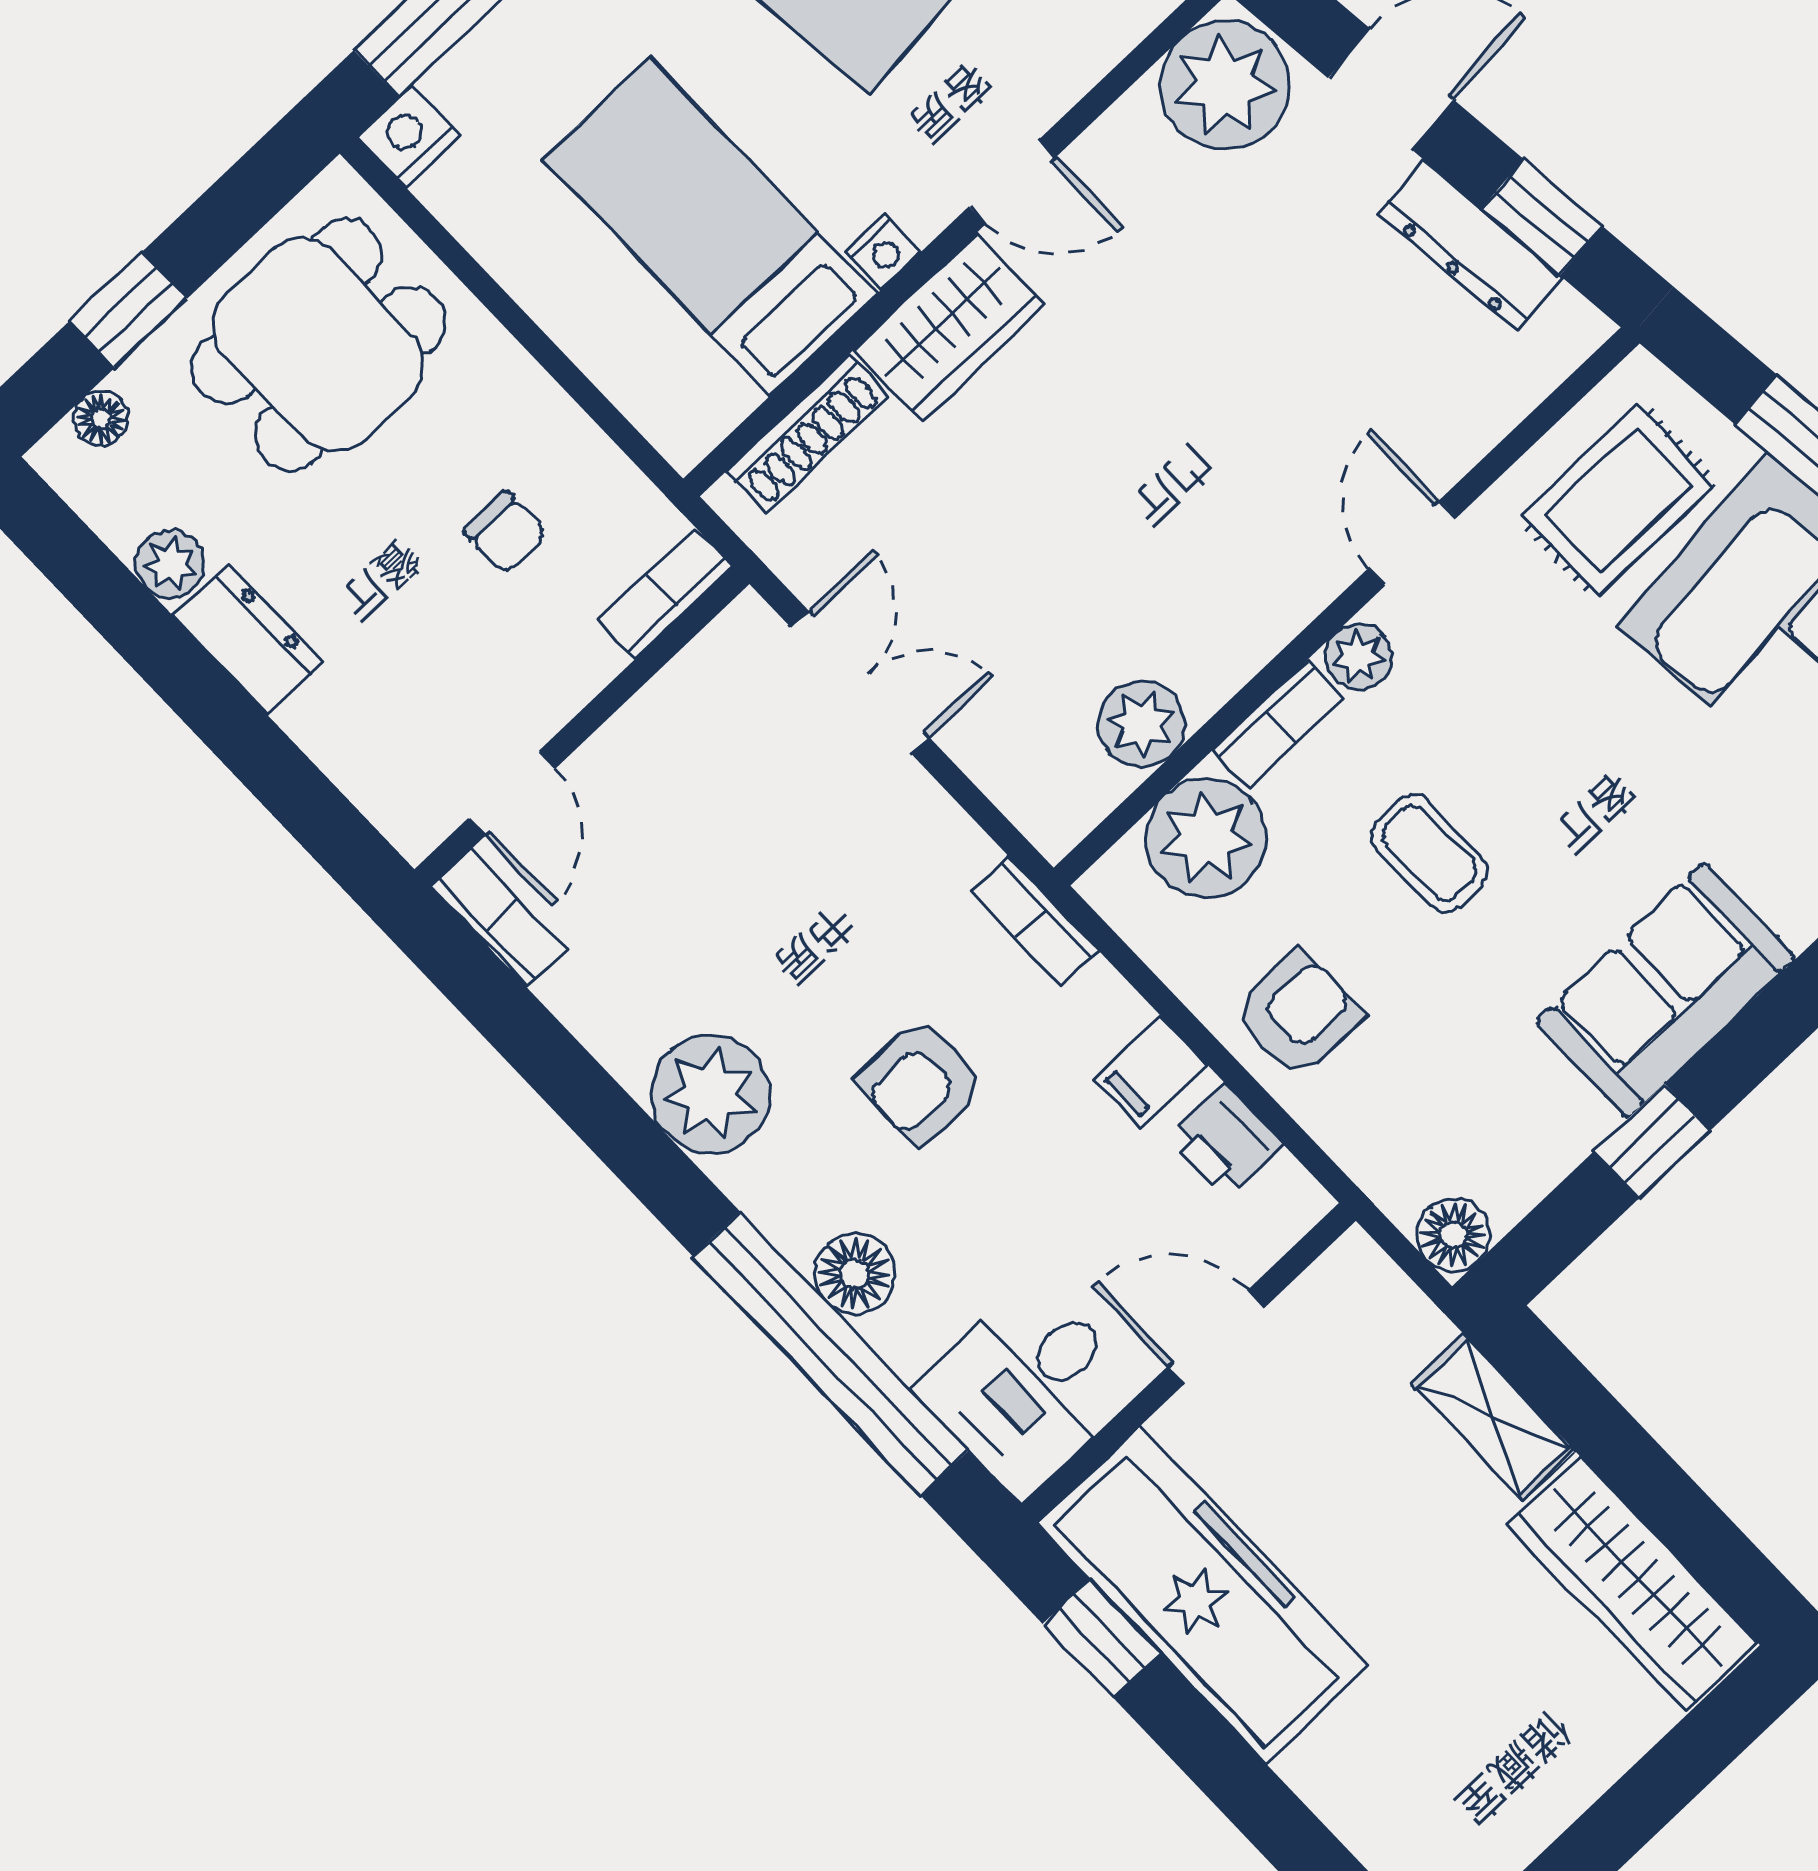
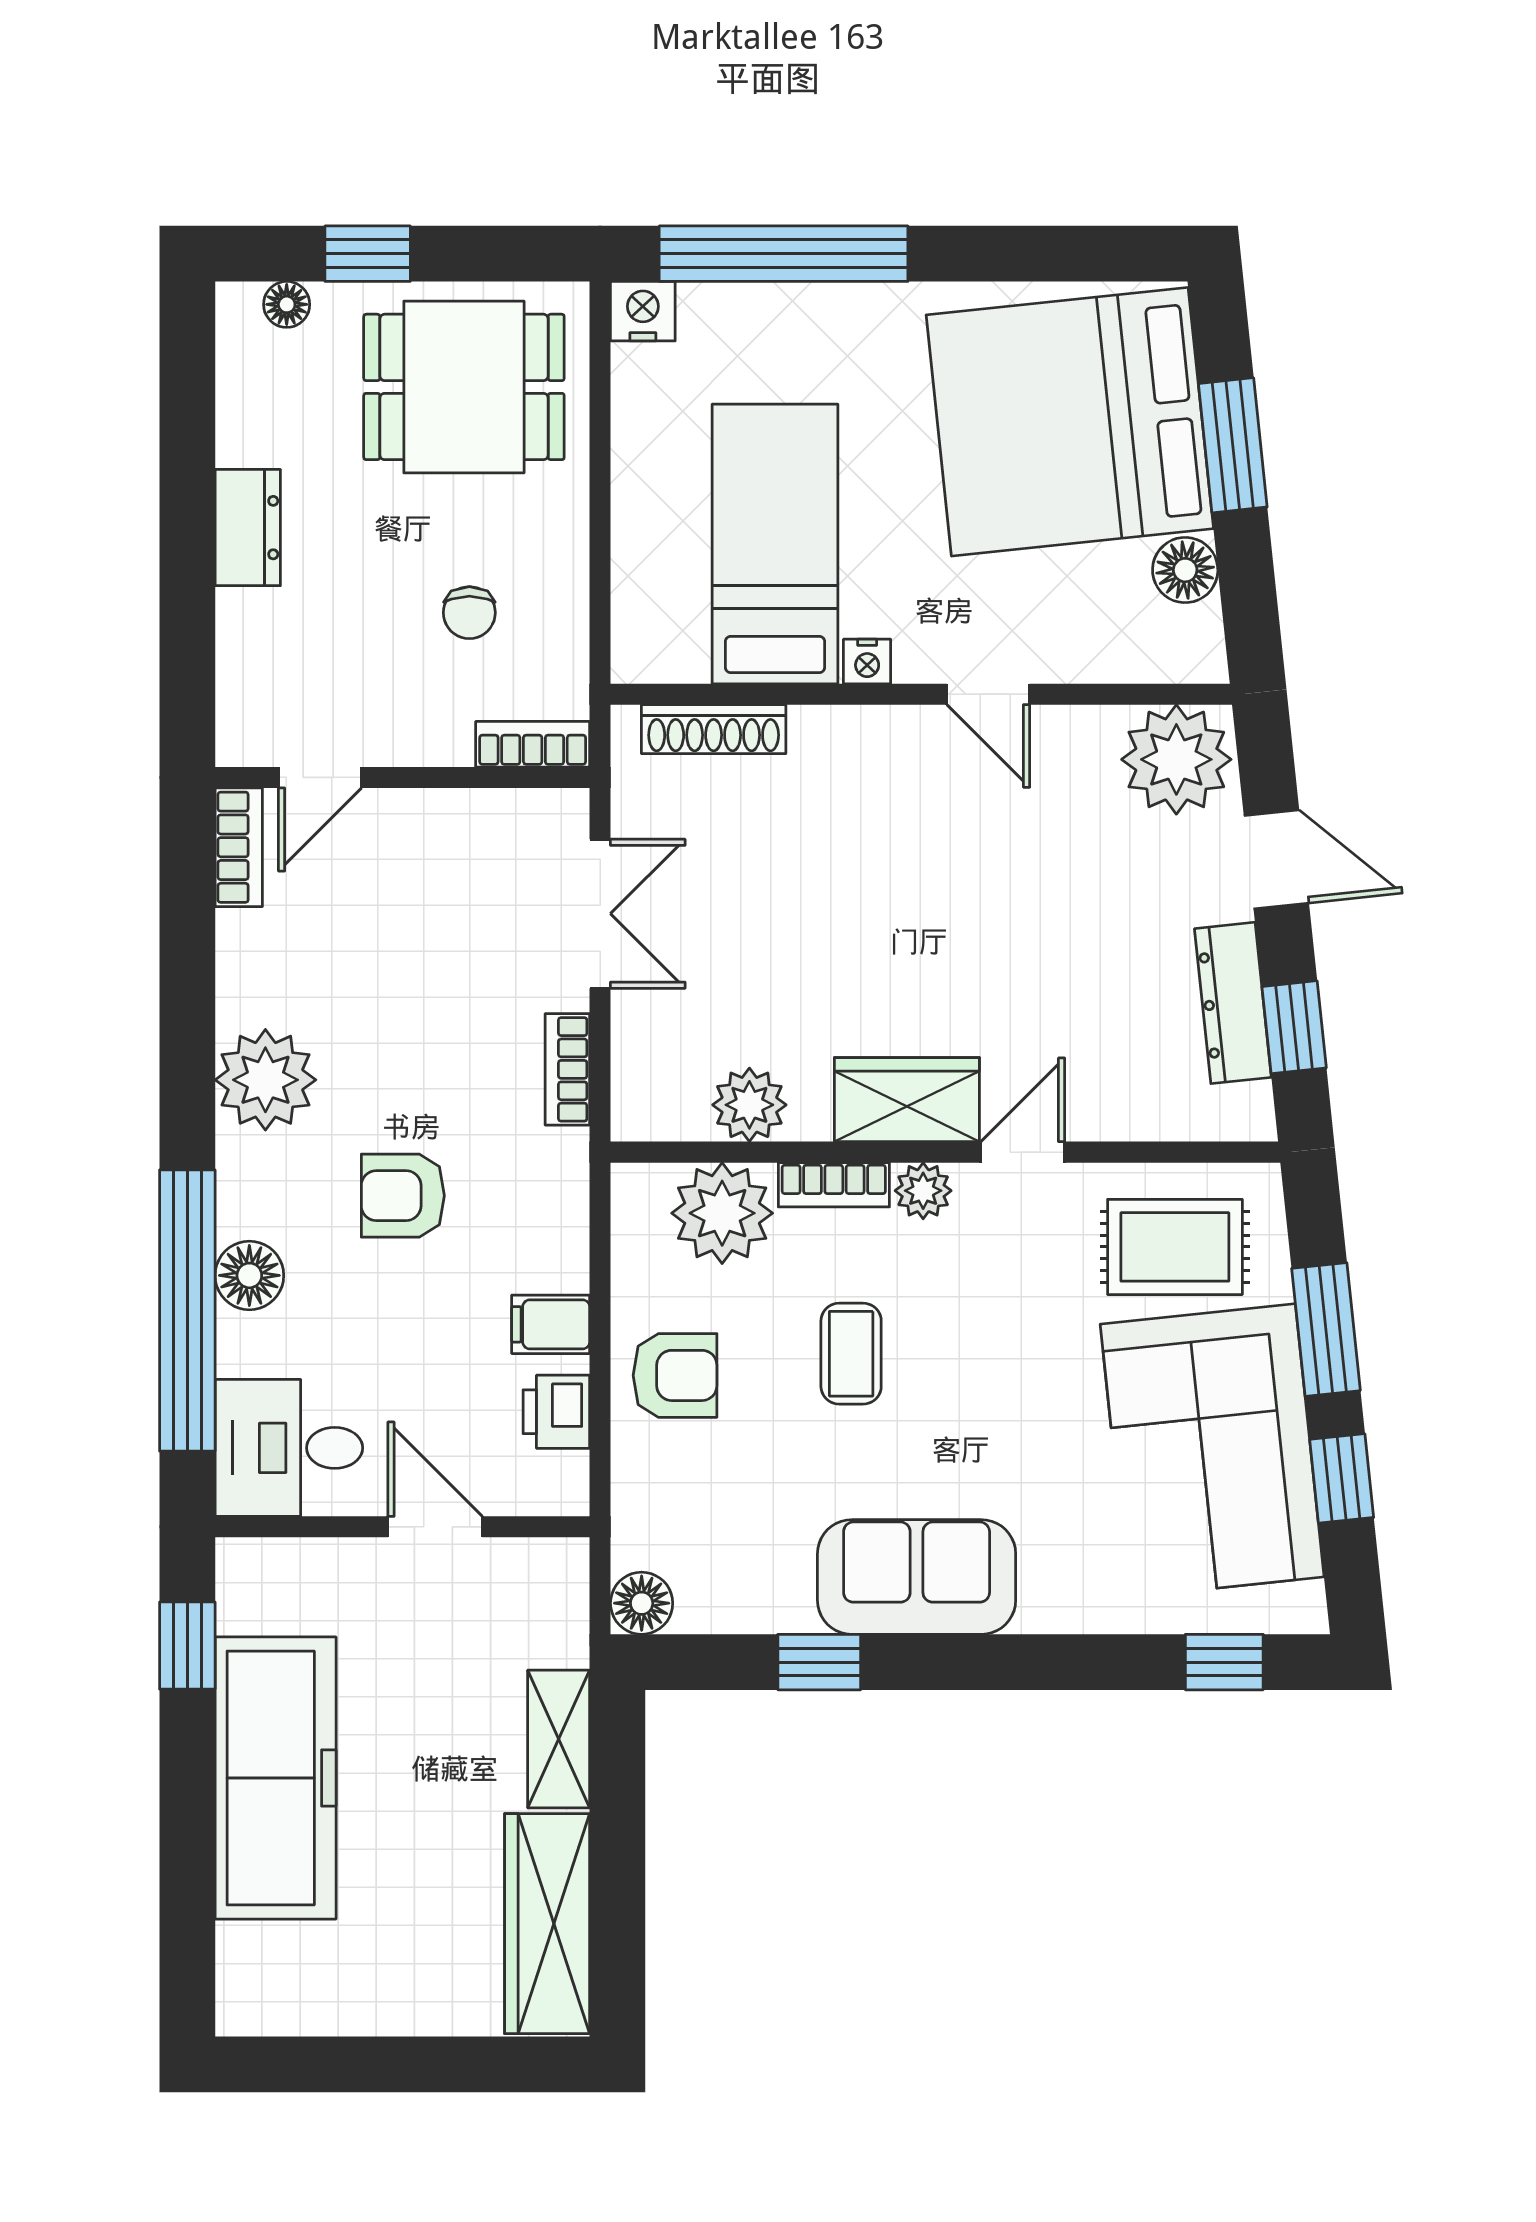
wardrobe: (949, 327) -> (907, 1100), moved, turned 180
plant: (170, 564) -> (244, 435), removed
bookcase: (1035, 921) -> (567, 1069), moved
freezer: (1203, 1595) -> (276, 1778), moved

